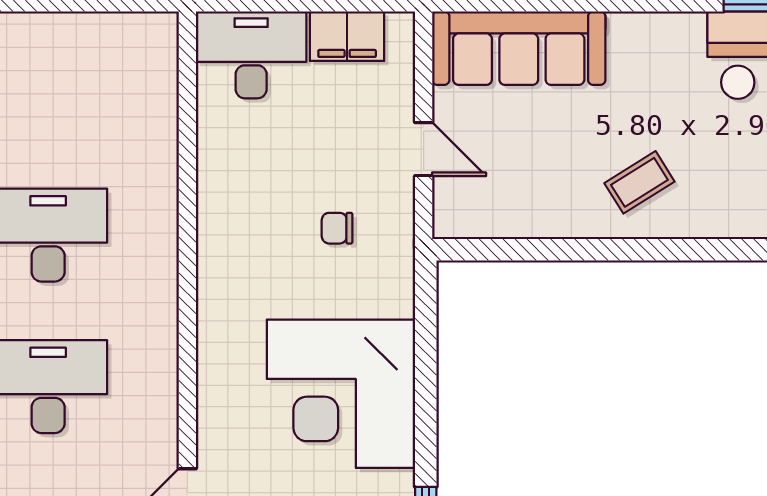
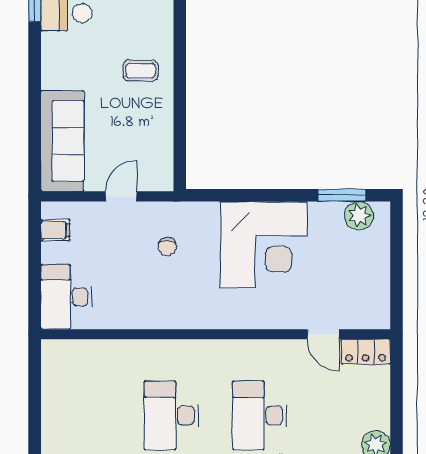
filing cabinet: (347, 36) -> (55, 230), width x0.50
coffee table: (639, 182) -> (141, 71), turned -58

